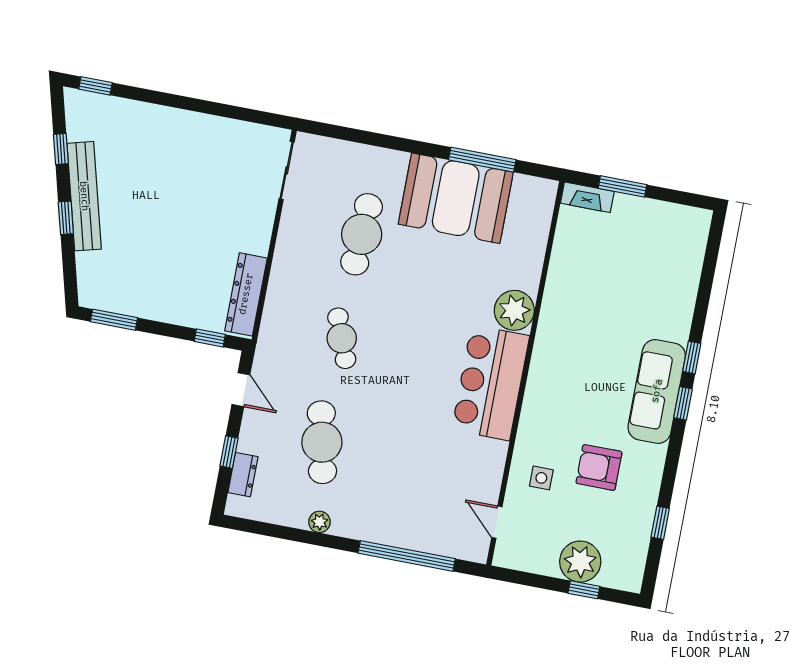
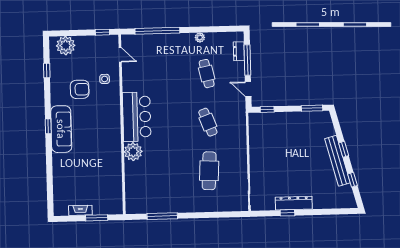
window: (95, 86) -> (287, 213), moved
fireplace: (587, 197) -> (80, 210), moved
booth: (456, 198) -> (170, 196), removed
dresser: (246, 294) -> (294, 203), moved, turned -90
window: (692, 357) -> (49, 148), removed
cafe table: (322, 442) -> (207, 74), width x0.73, depth x0.74
window: (229, 452) -> (247, 60), width x2.17
plant: (580, 562) -> (66, 46), moved
window: (584, 590) -> (102, 32), moved

